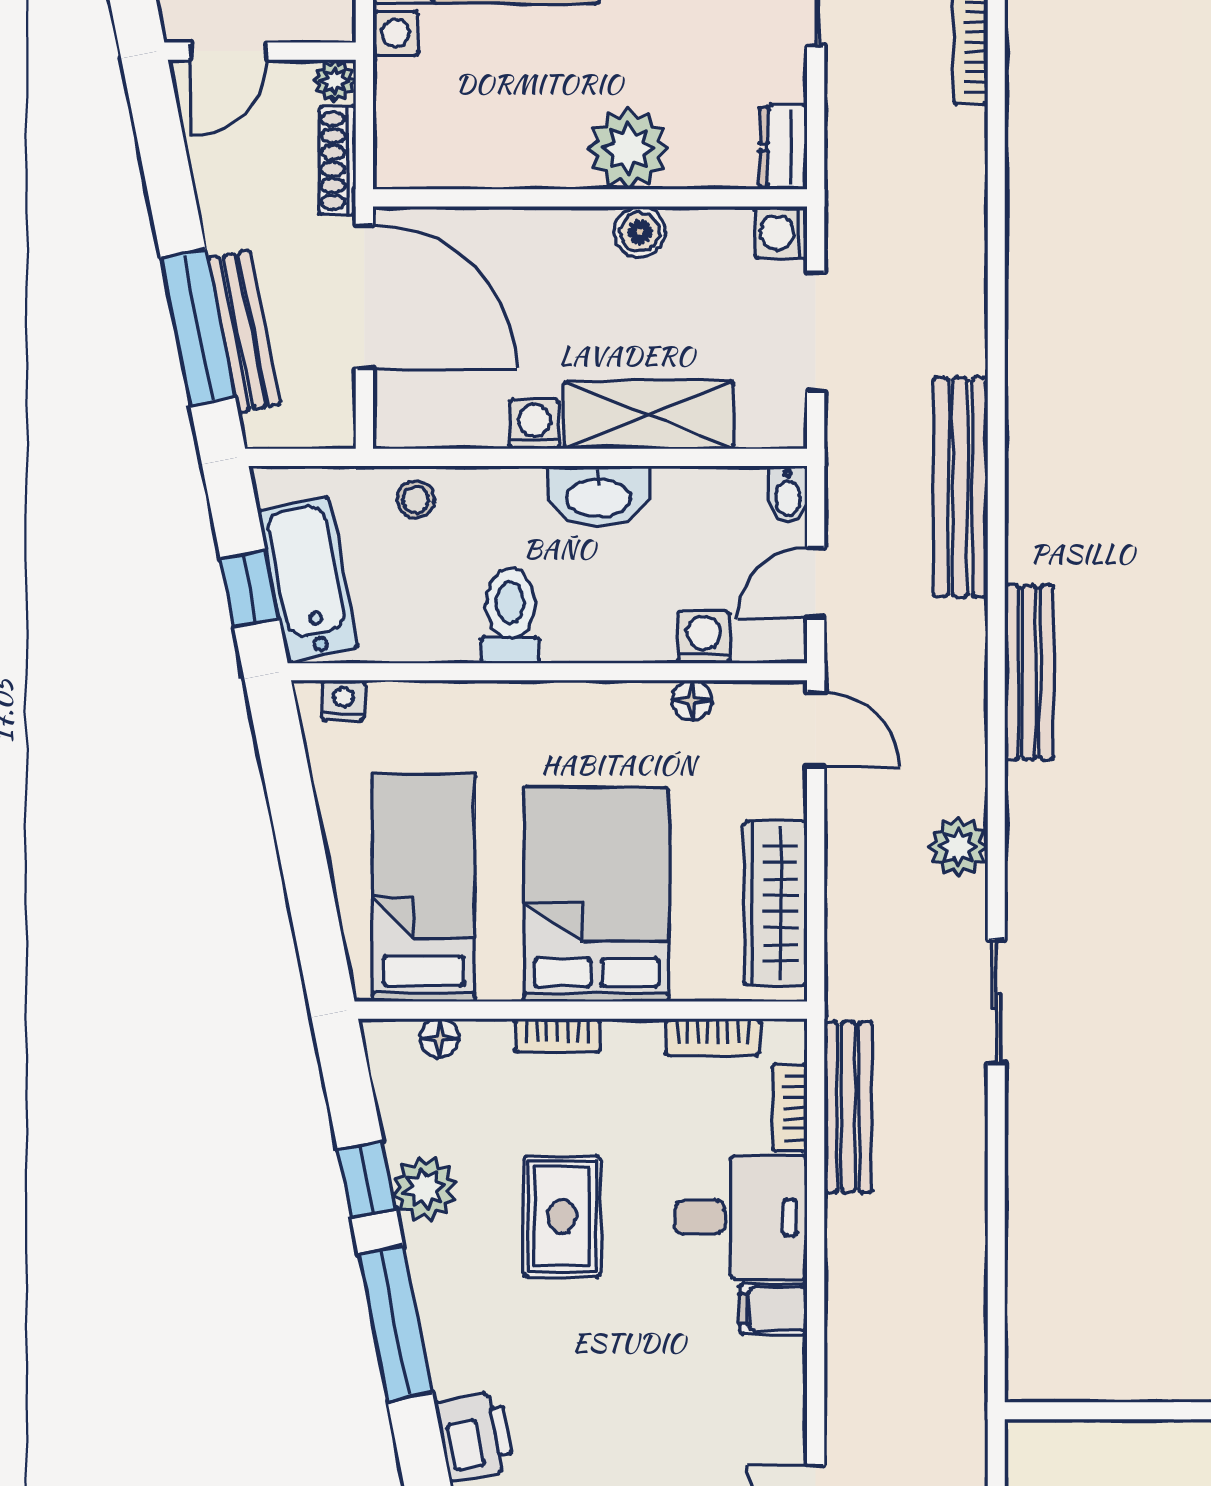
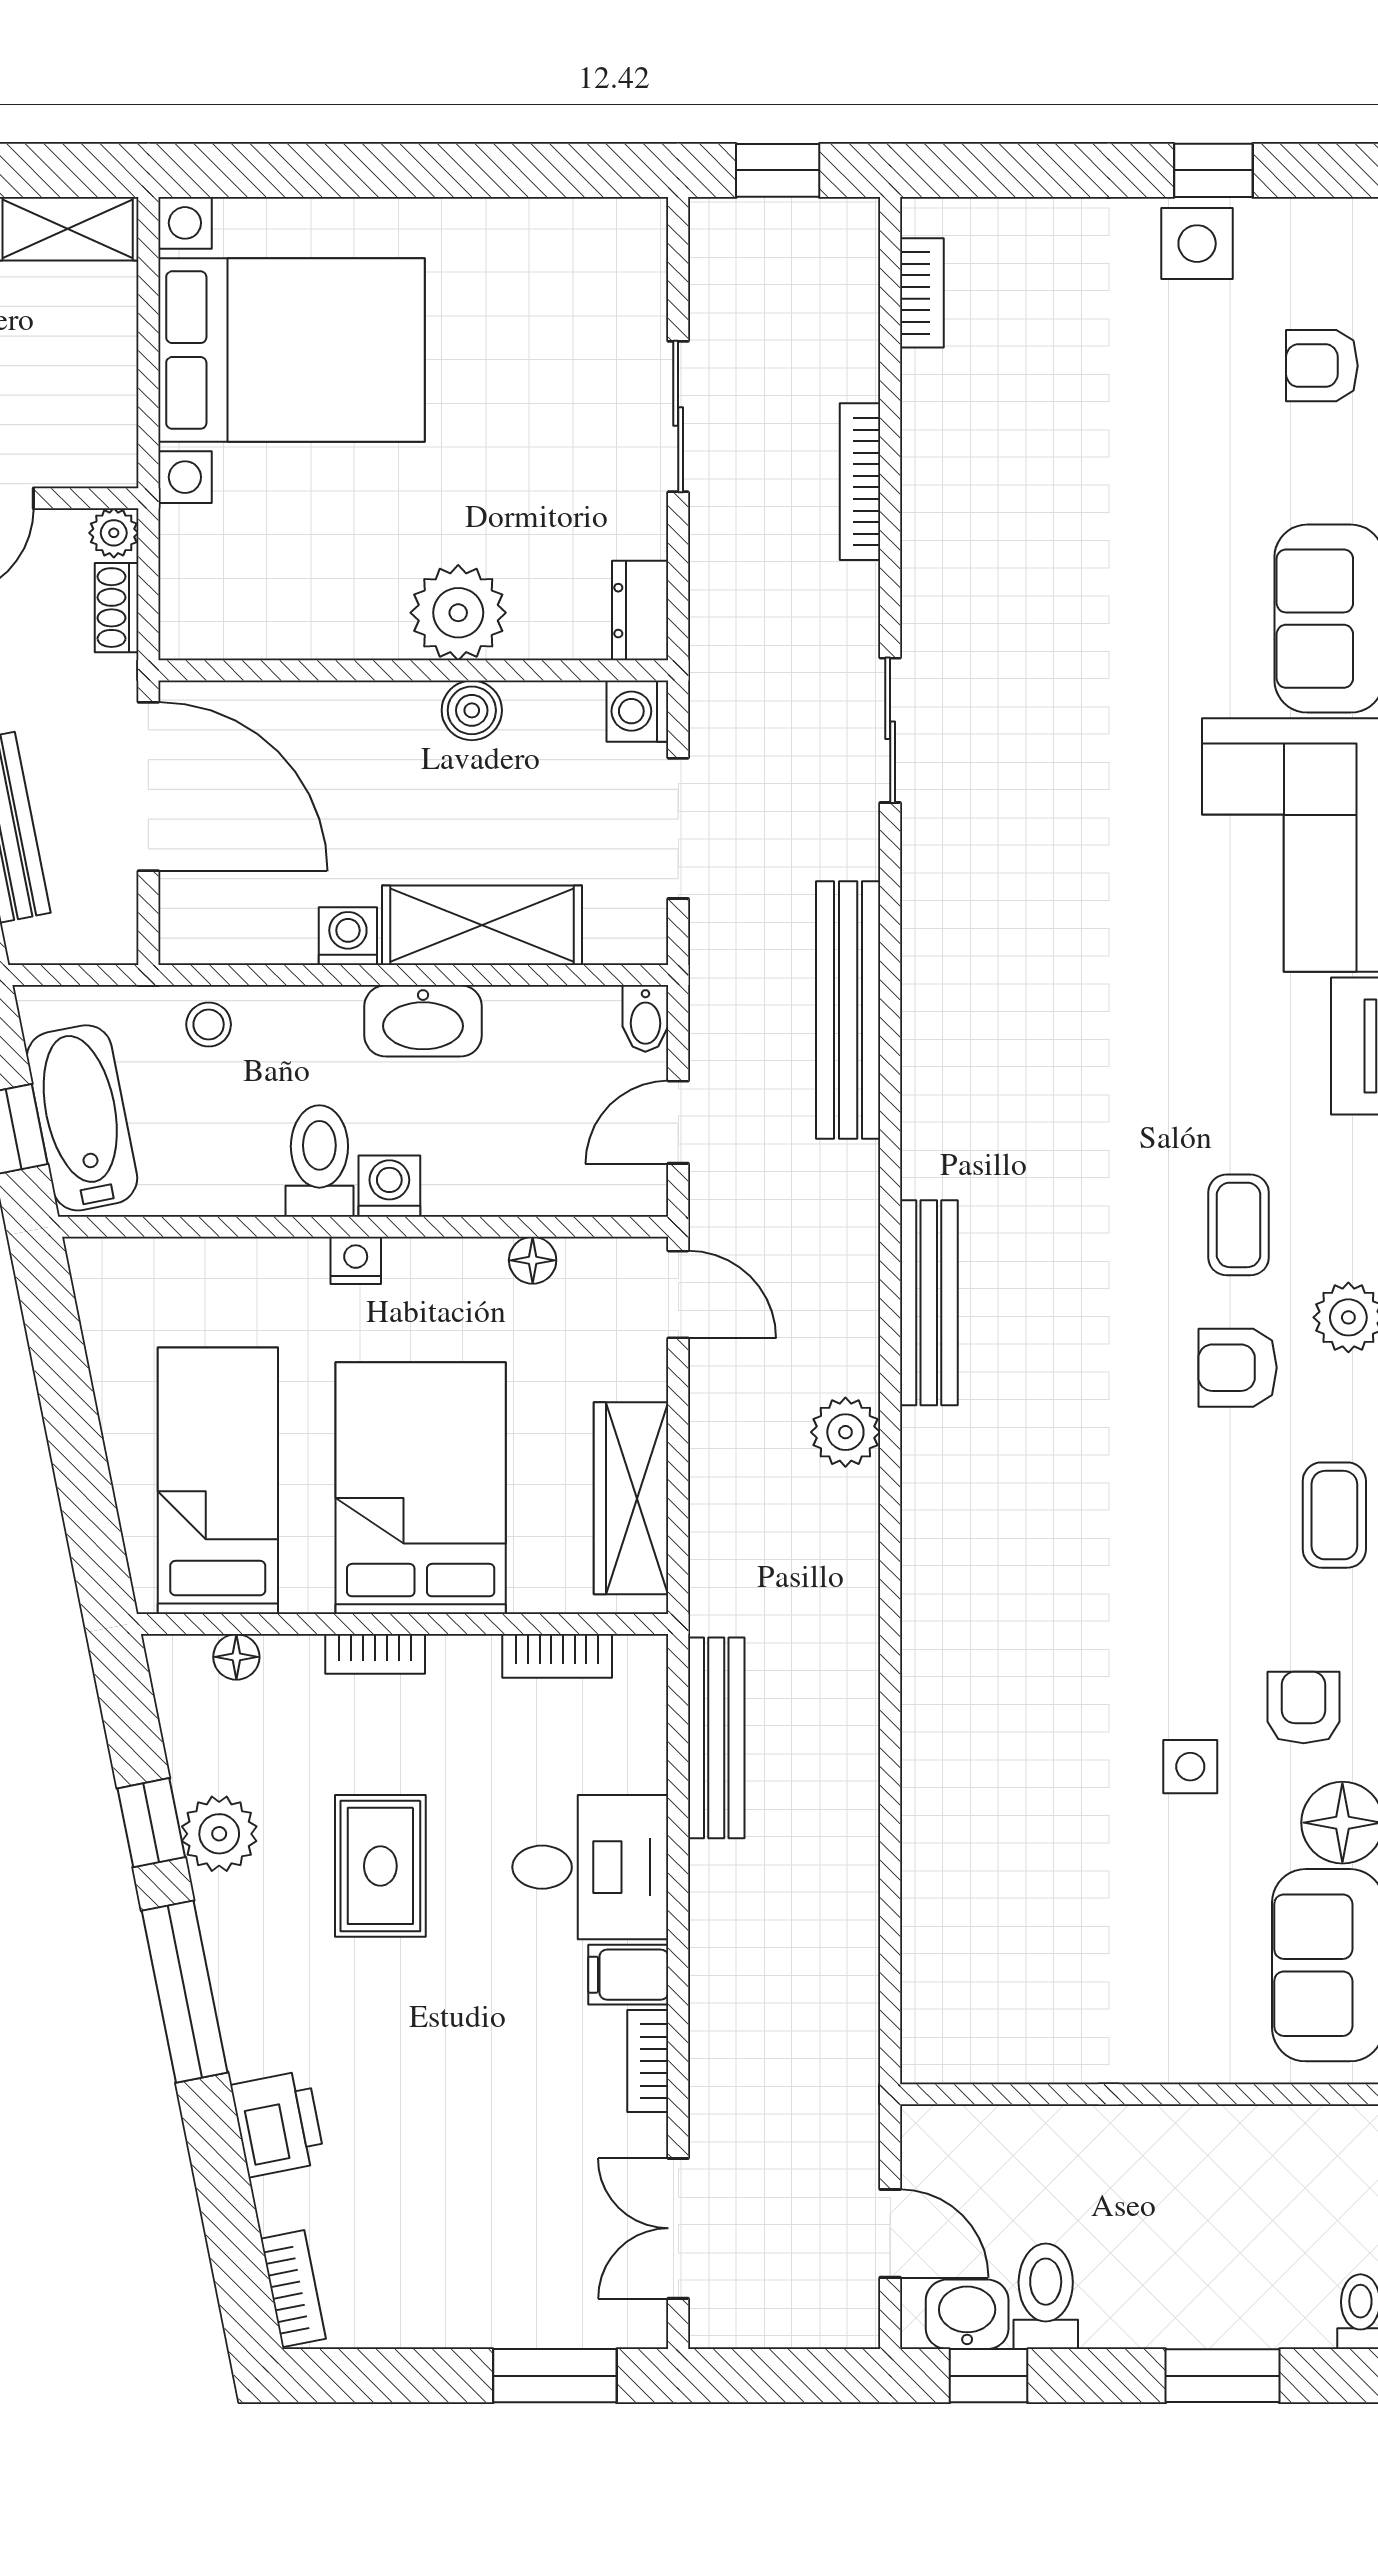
shoe rack: (337, 161) -> (117, 608), width x0.70
washing machine: (704, 637) -> (389, 1186), moved
bench: (1029, 673) -> (929, 1303), moved
nightstand: (343, 700) -> (356, 1260), moved
sliding door: (996, 1001) -> (890, 730), moved
bookcase: (790, 1108) -> (648, 2061), moved

